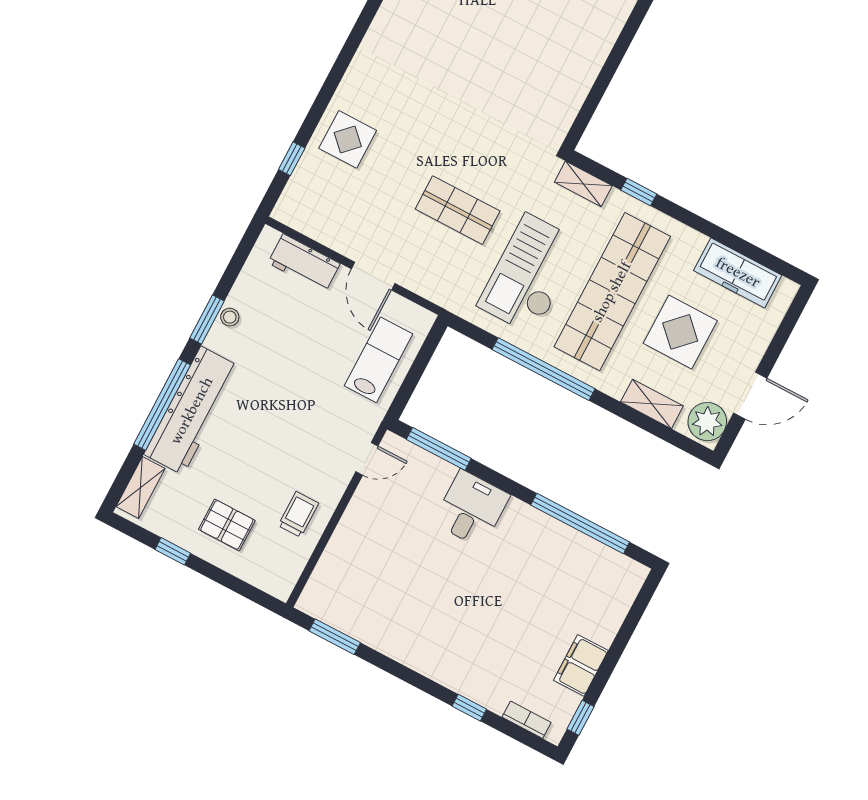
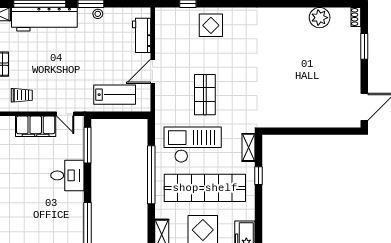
filing cabinet: (362, 519) -> (36, 126), added

